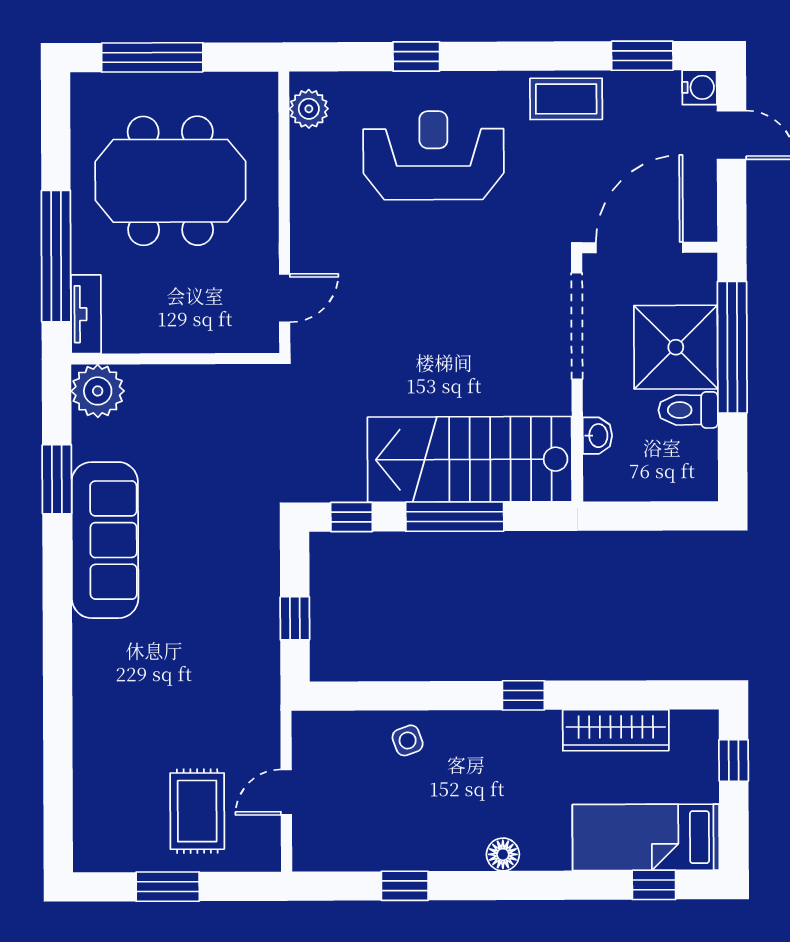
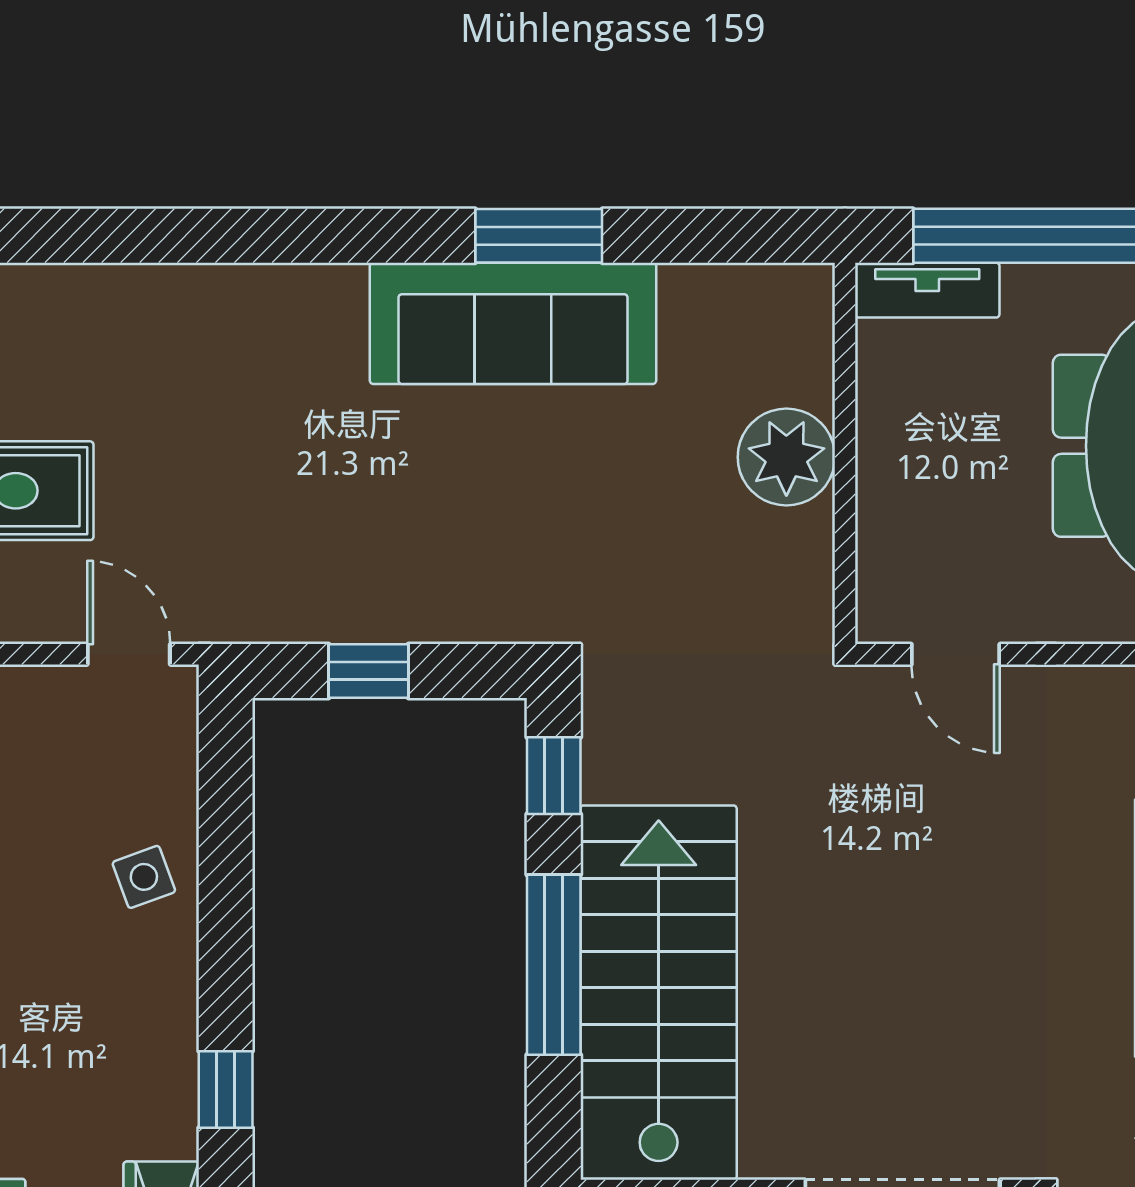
plant: (98, 391) -> (786, 457), moved
window: (57, 479) -> (539, 236), moved
door: (286, 792) -> (129, 654), moved

